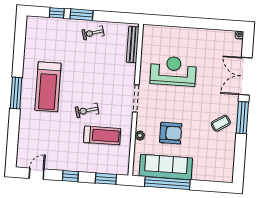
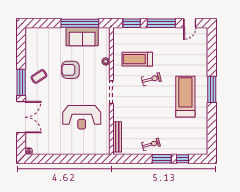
armchair: (171, 133) -> (70, 70), moved
sofa: (166, 167) -> (82, 37), width x0.73
window: (70, 176) -> (161, 23), width x2.17

